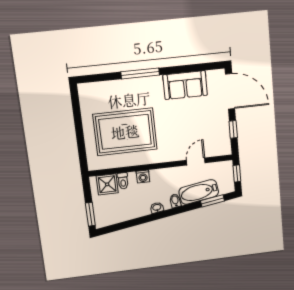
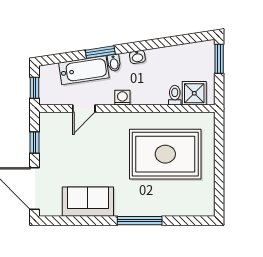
washing machine: (143, 176) -> (122, 98), moved
window: (213, 201) -> (100, 52), moved

